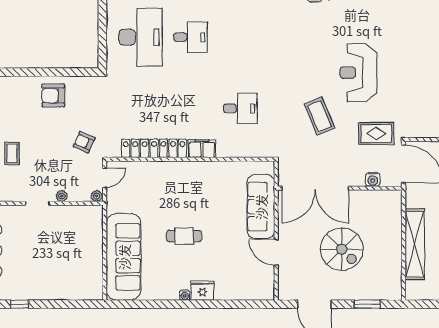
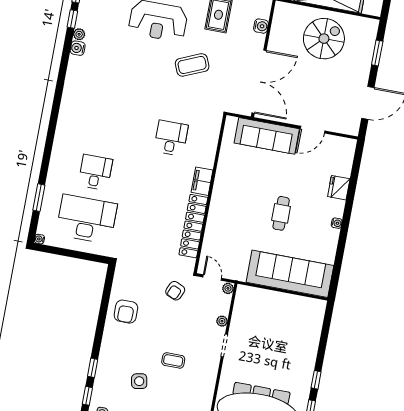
spiral stairs: (342, 249) -> (324, 39), moved
fridge: (202, 290) -> (339, 188), moved

